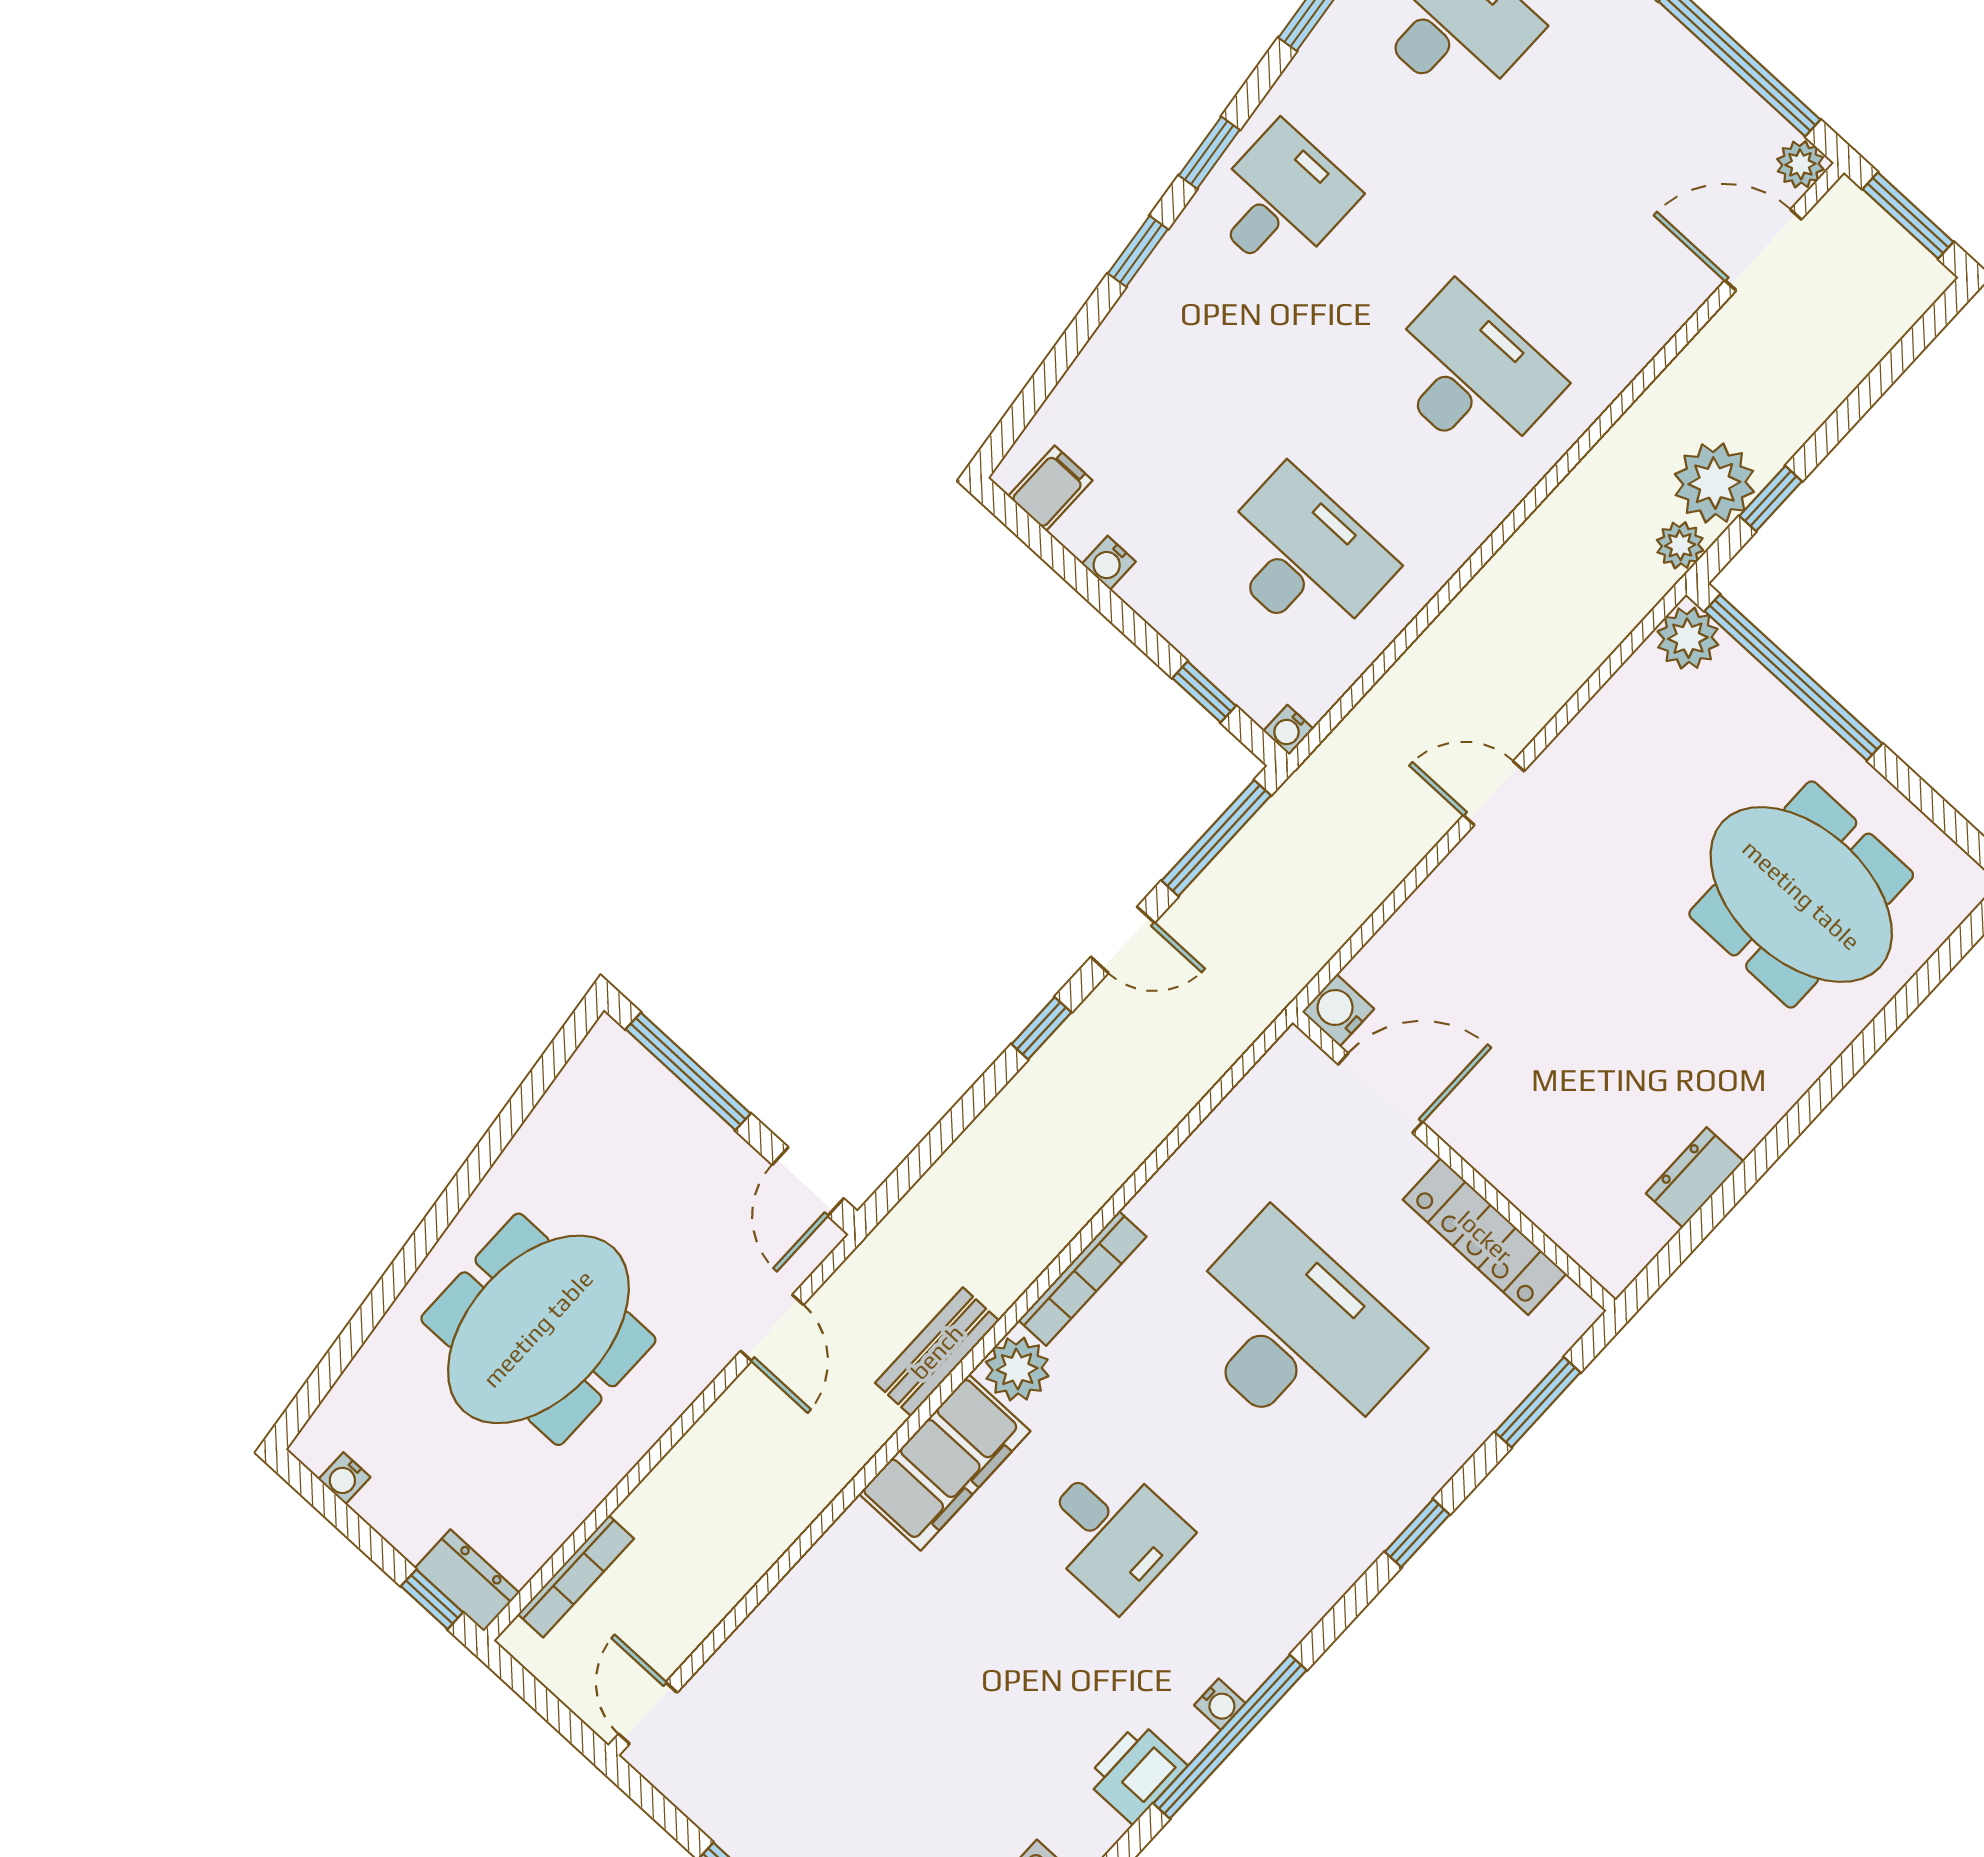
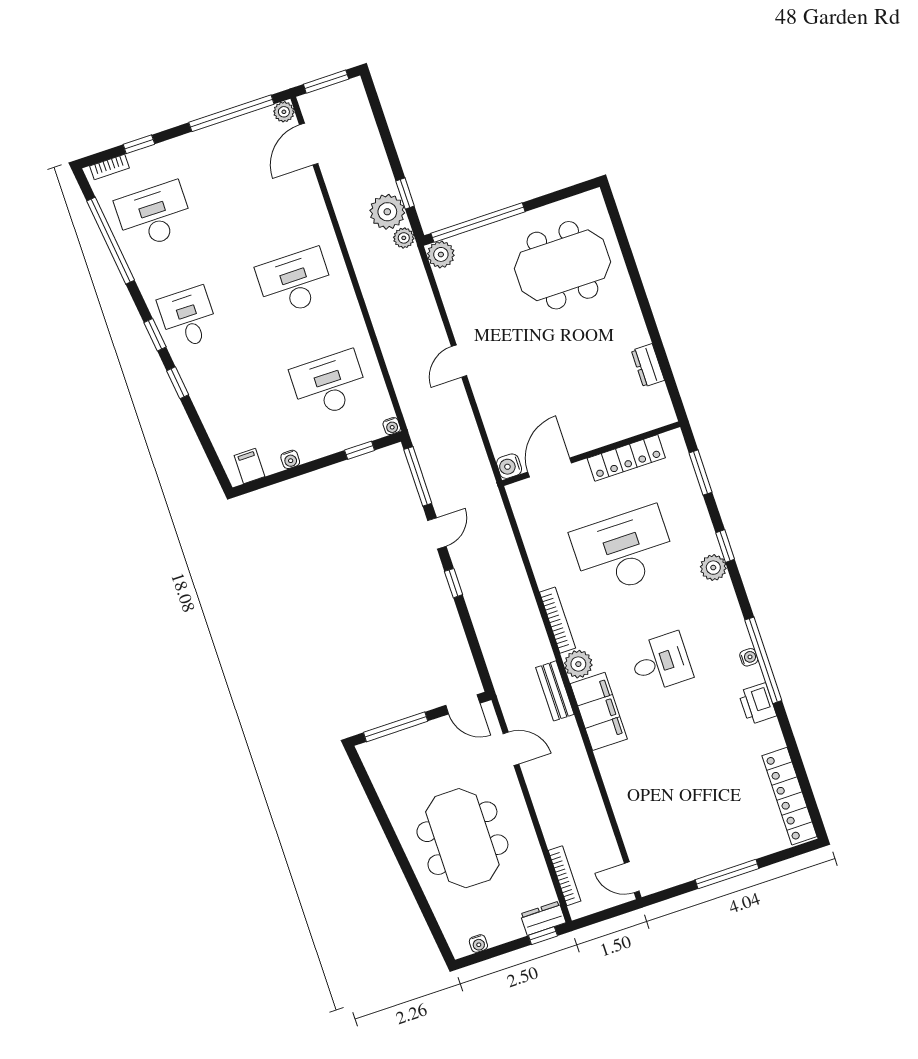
plant: (1361, 1533) -> (713, 568), added

